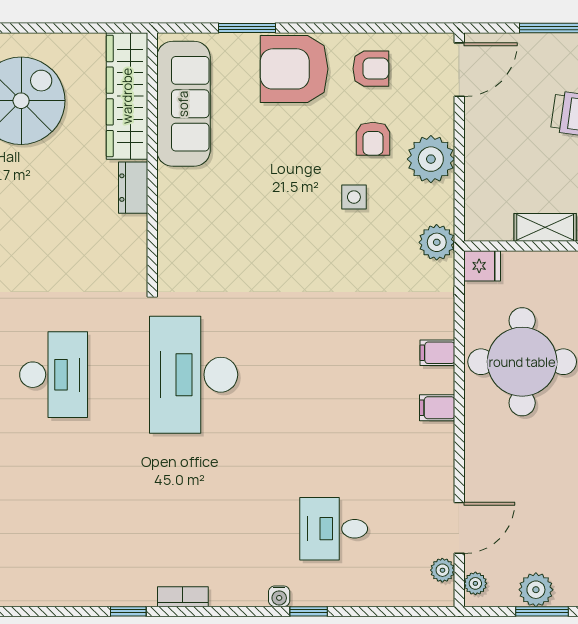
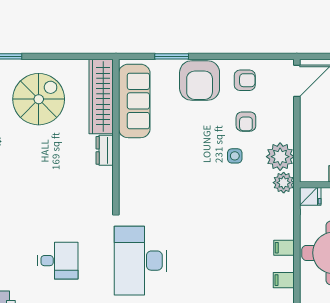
armchair: (294, 69) -> (200, 80), turned -90
plant: (431, 159) -> (280, 157), moved
desk: (54, 375) -> (58, 261), width x0.73

